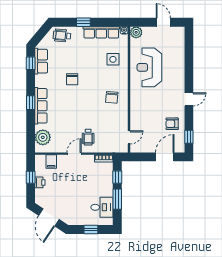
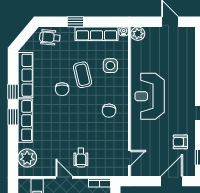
row of seats: (41, 61) -> (25, 75), width x1.48
window: (31, 63) -> (13, 92), moved
coffee table: (89, 67) -> (82, 75), added
reception desk: (149, 67) -> (150, 96), moved
door: (74, 154) -> (64, 177), hinge flipped

